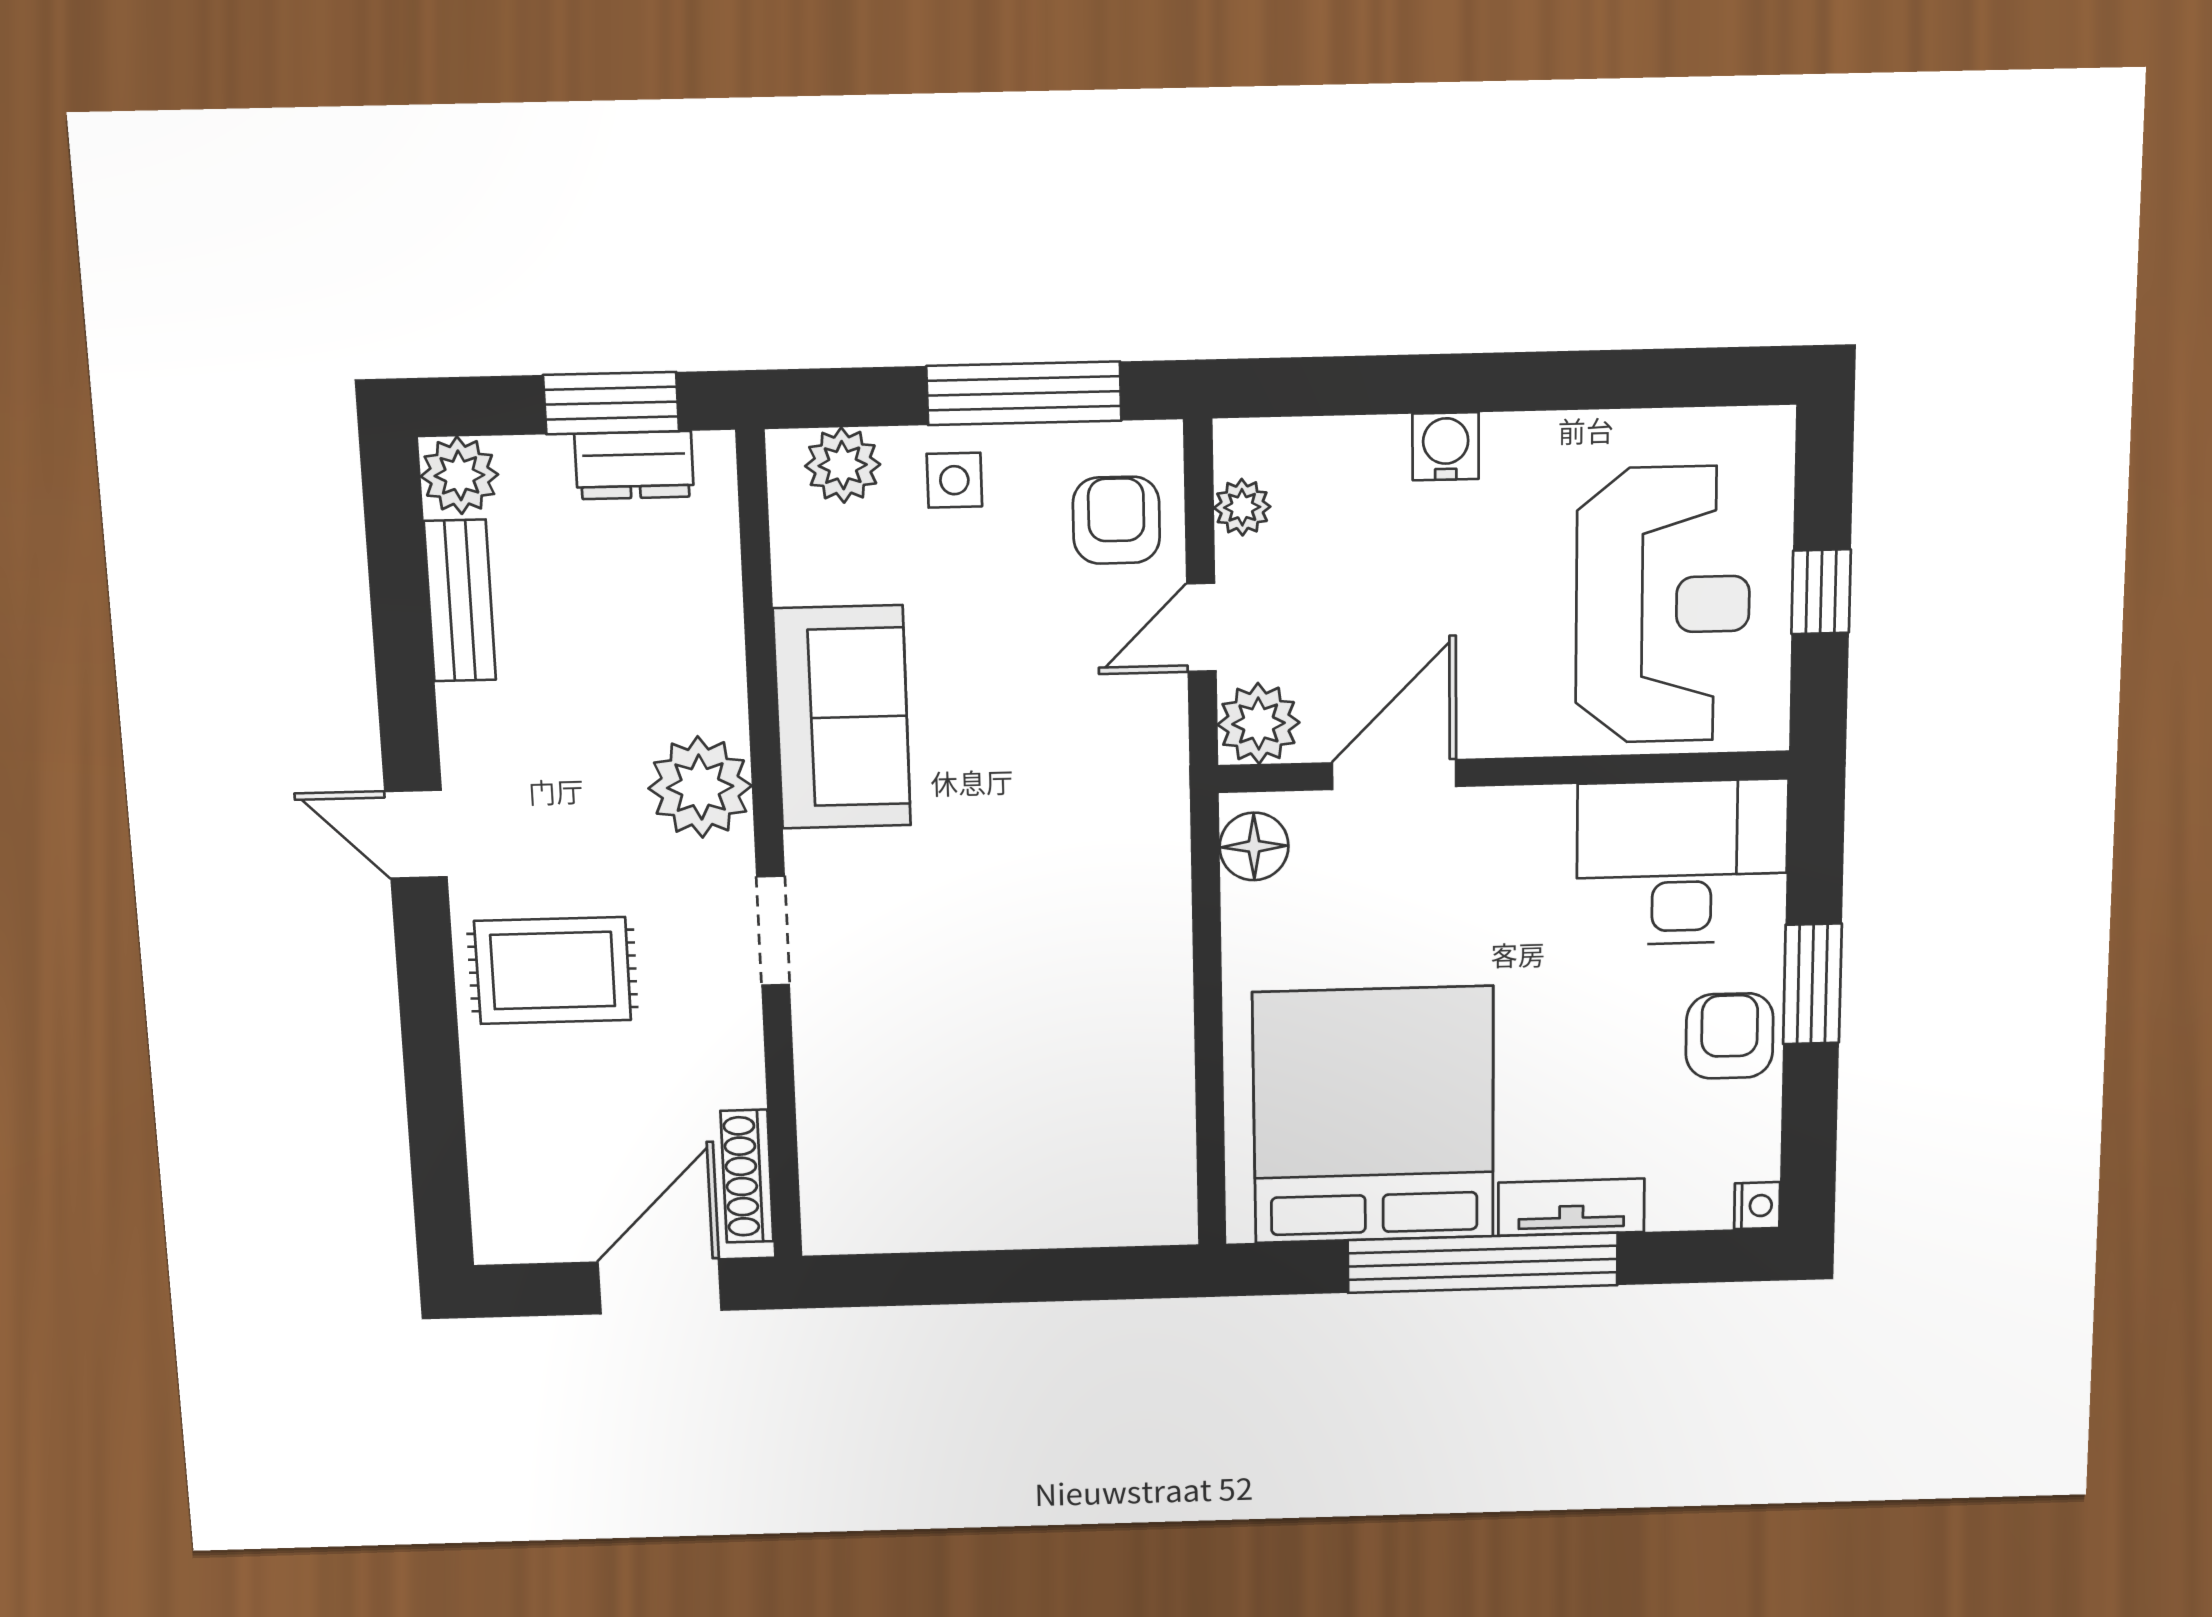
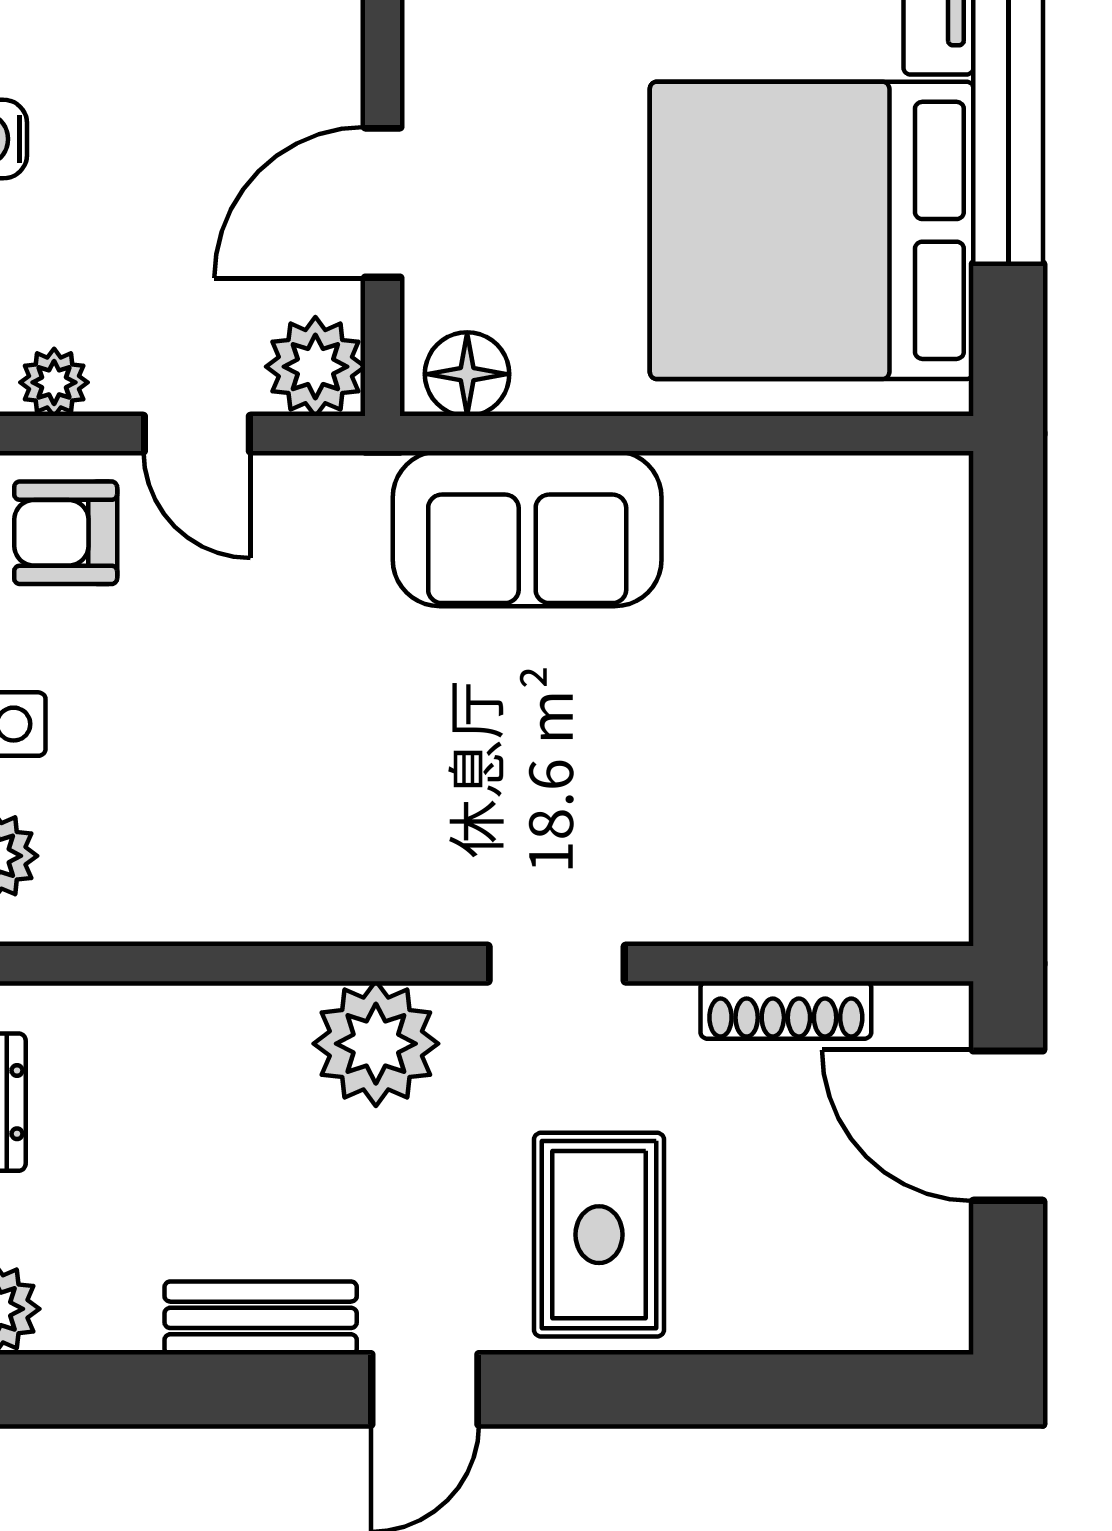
bench: (460, 601) -> (261, 1318), moved
sofa: (842, 717) -> (527, 529), moved, turned 180
door: (1394, 775) -> (383, 203), hinge flipped
shoe rack: (747, 1176) -> (786, 1010), moved

